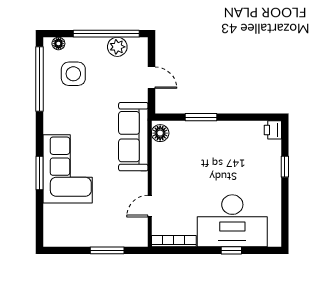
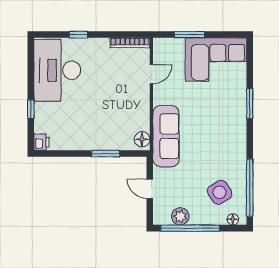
side table: (73, 74) -> (220, 192), turned -32
corner sofa: (68, 169) -> (216, 60), moved, turned -90
desk: (232, 221) -> (57, 70), moved, turned -90

